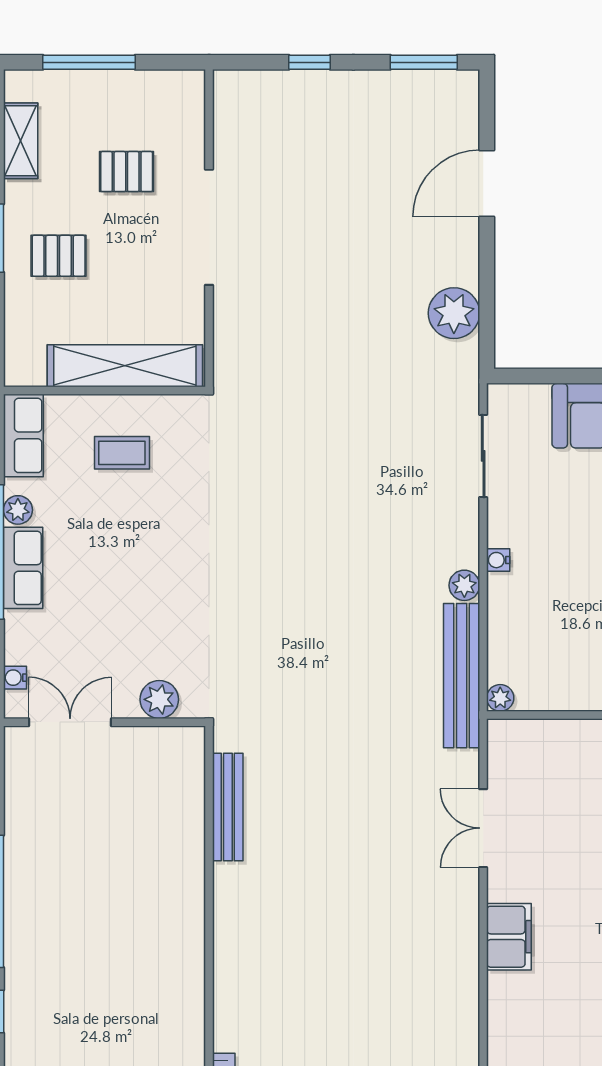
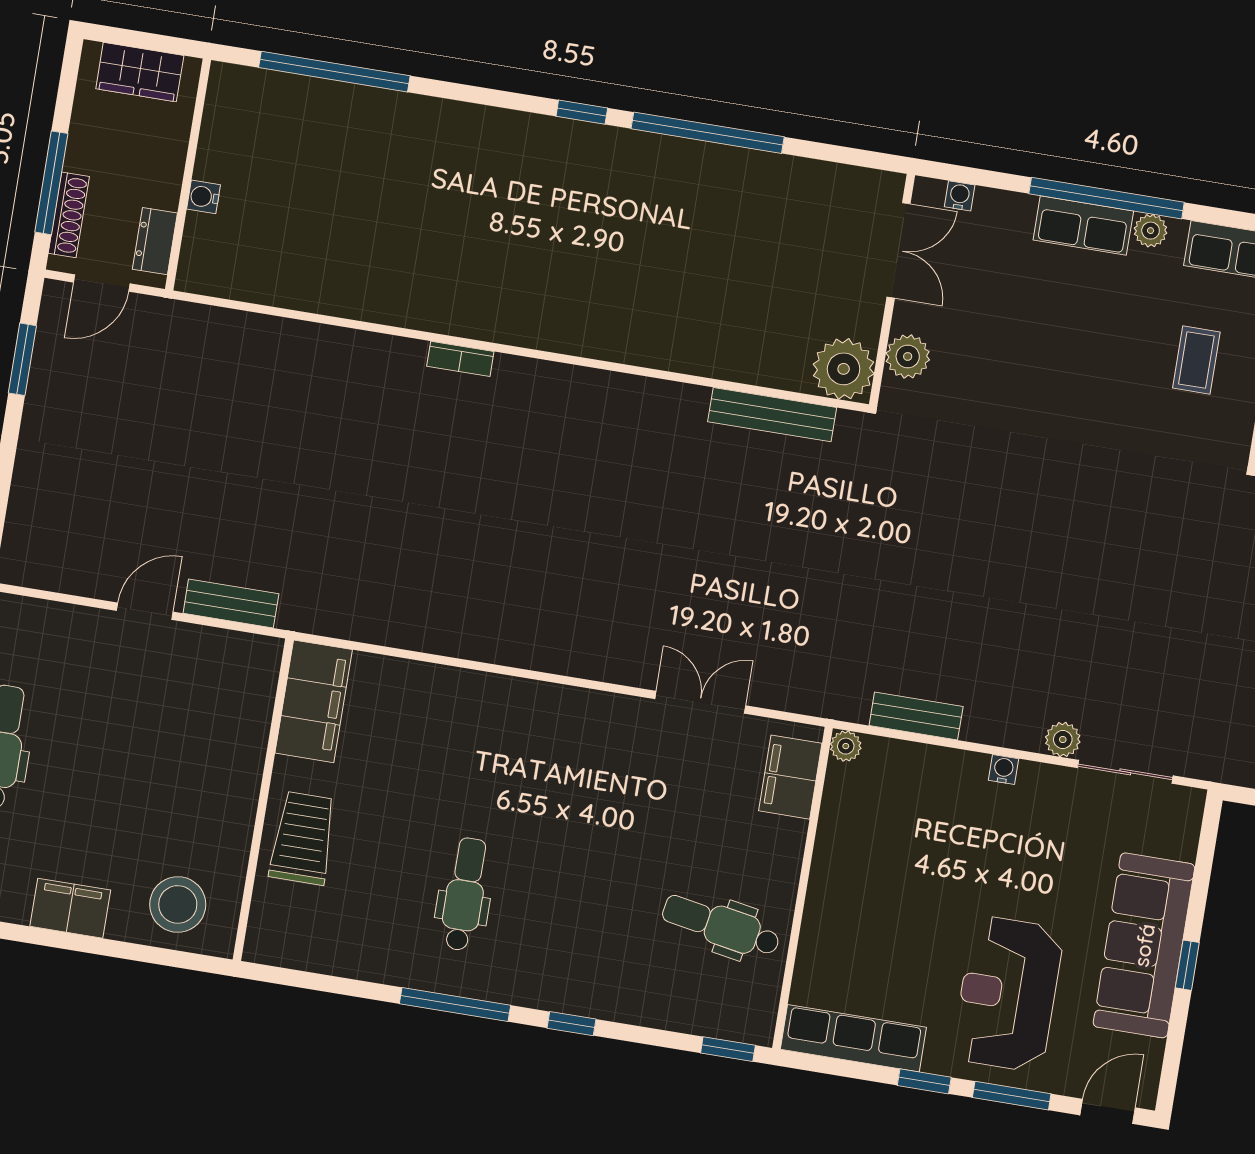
plant: (464, 585) -> (1063, 740), moved
bench: (462, 676) -> (916, 716), width x0.54, depth x0.82
plant: (179, 752) -> (844, 369), added
filing cabinet: (509, 937) -> (790, 777), moved, turned 90

